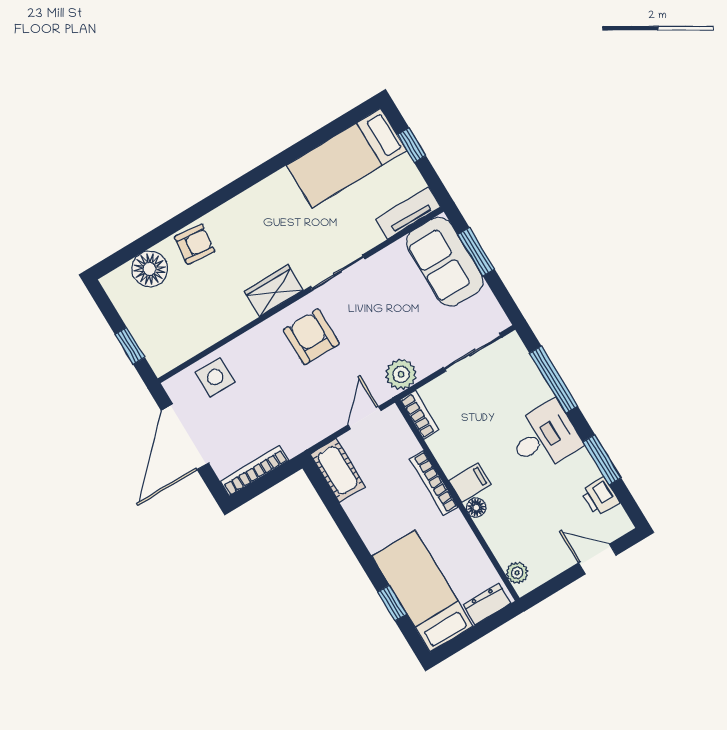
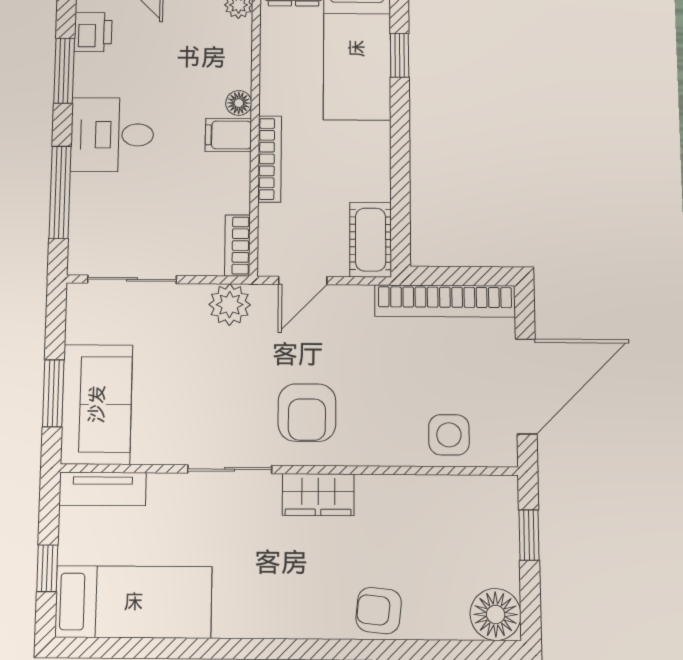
floor lamp: (150, 269) -> (496, 614), moved
bookcase: (254, 471) -> (445, 301), width x1.48, depth x1.31

